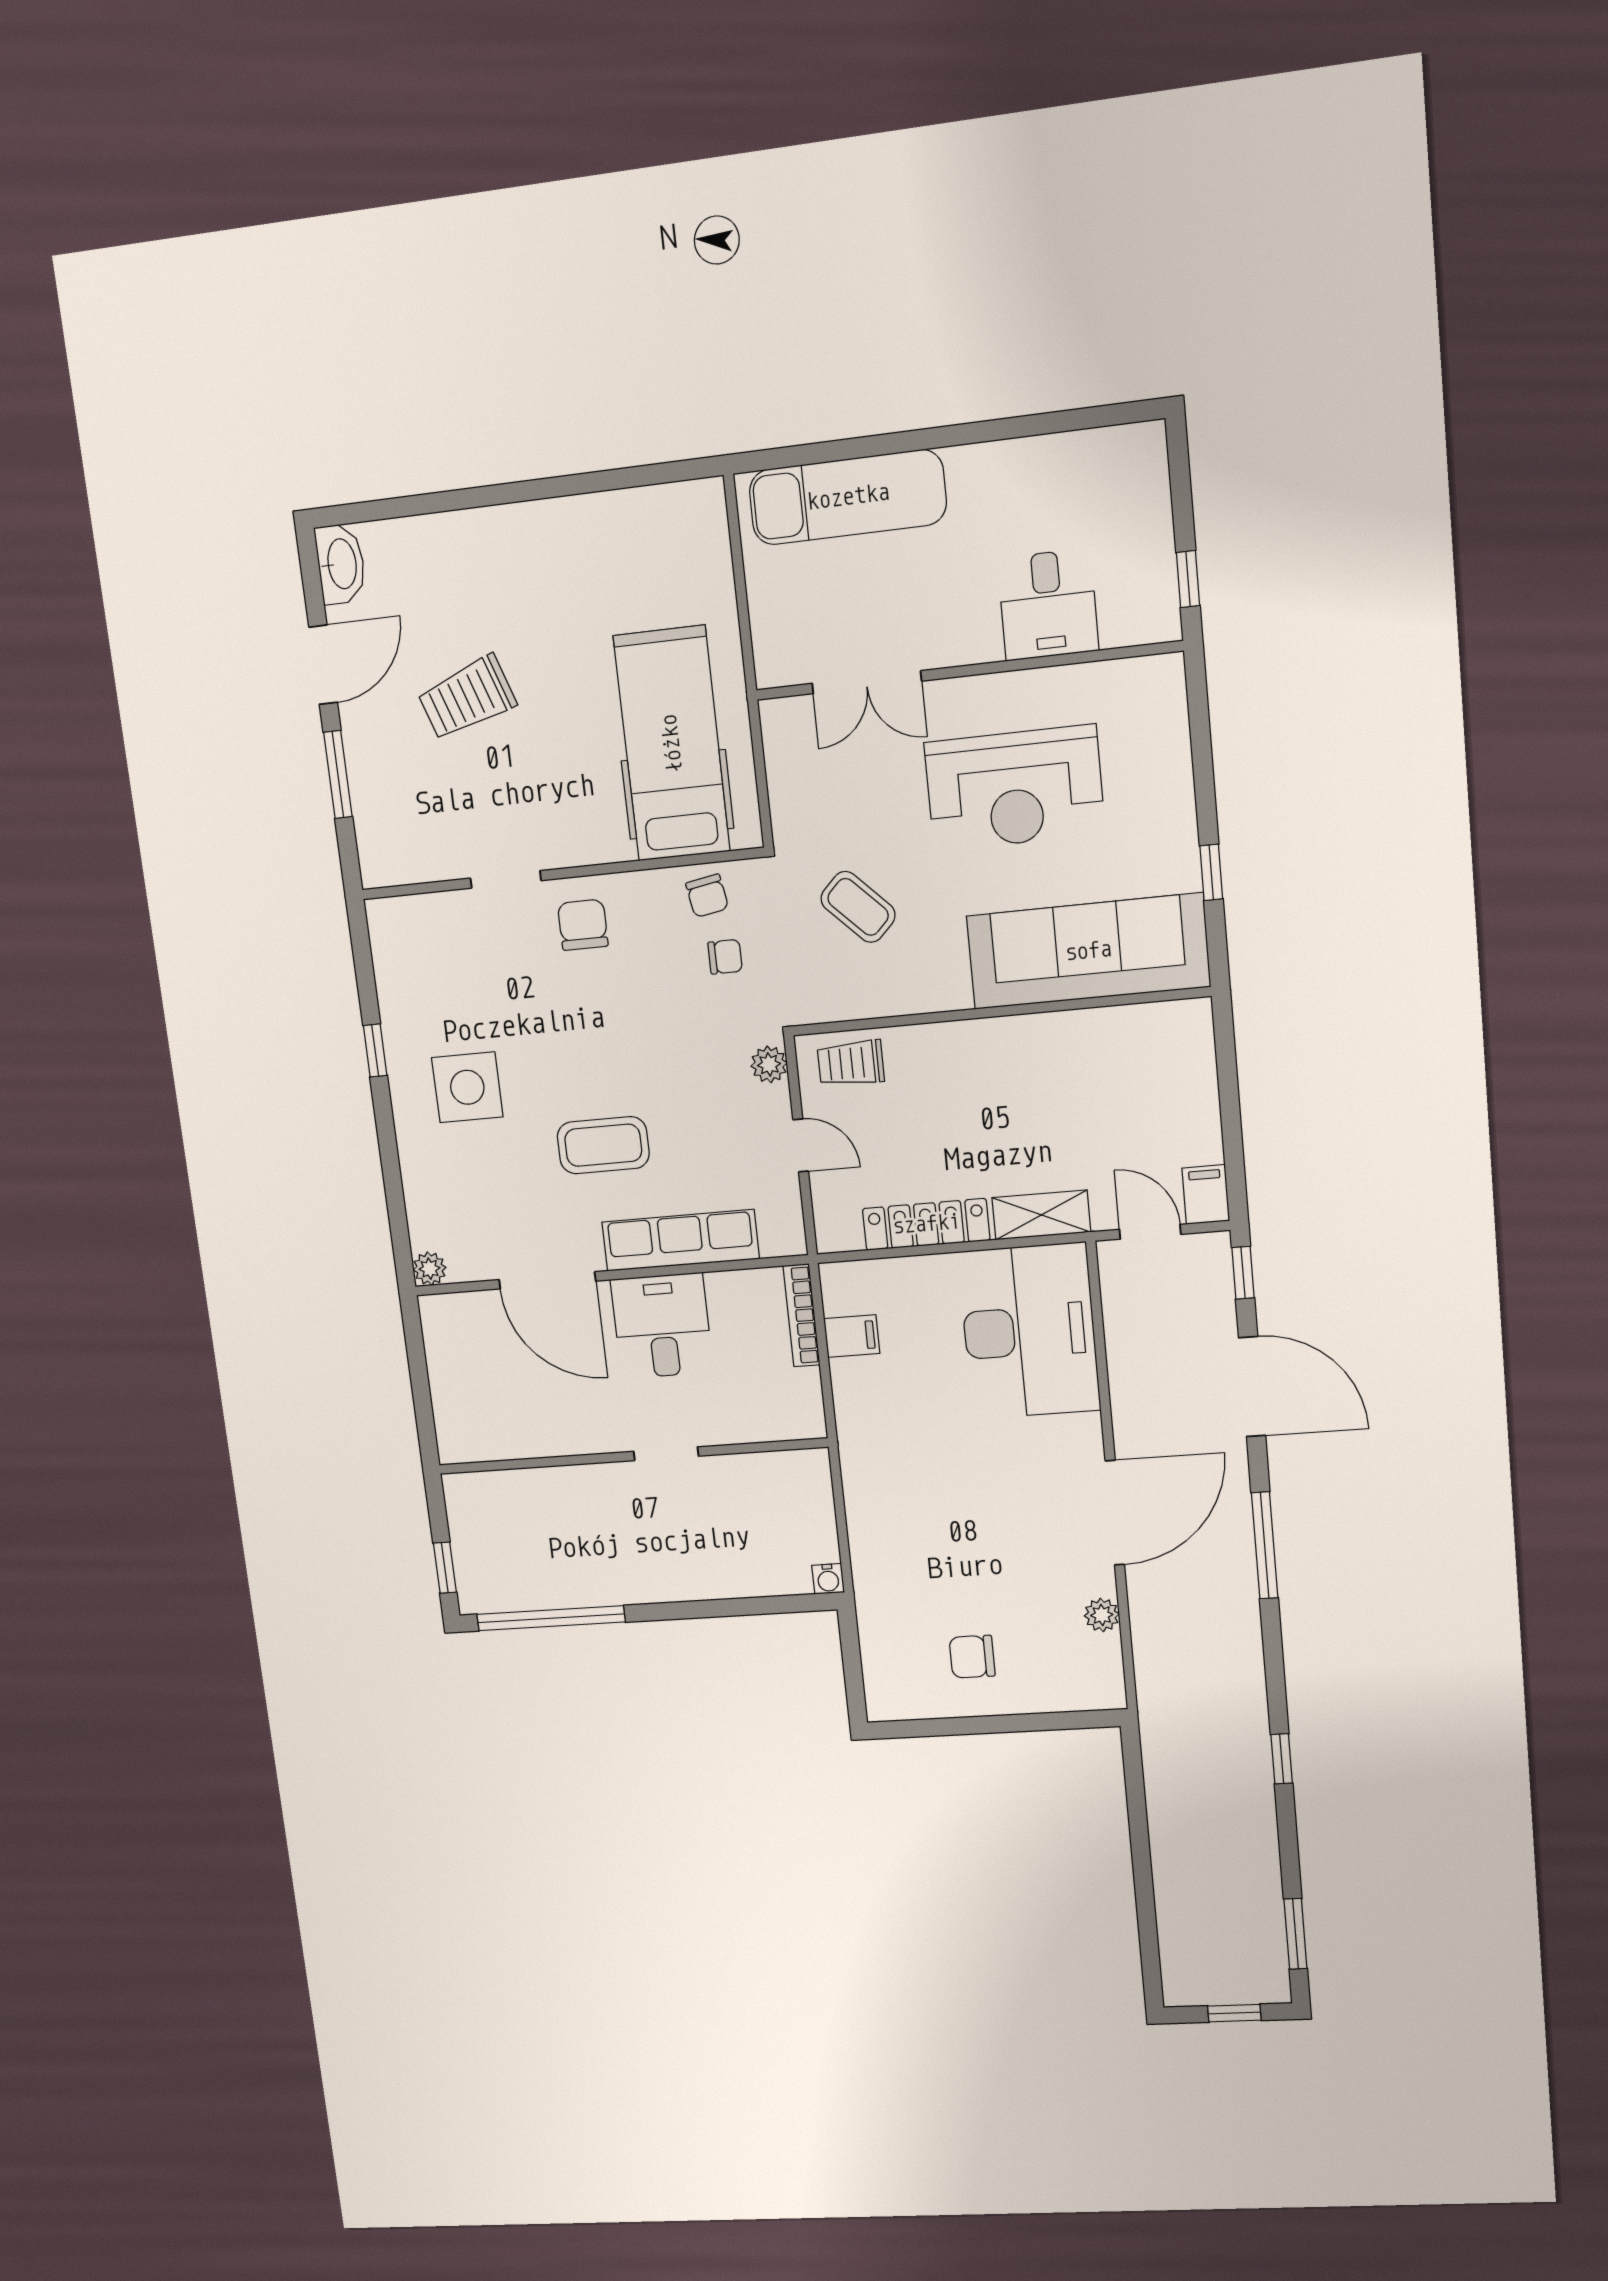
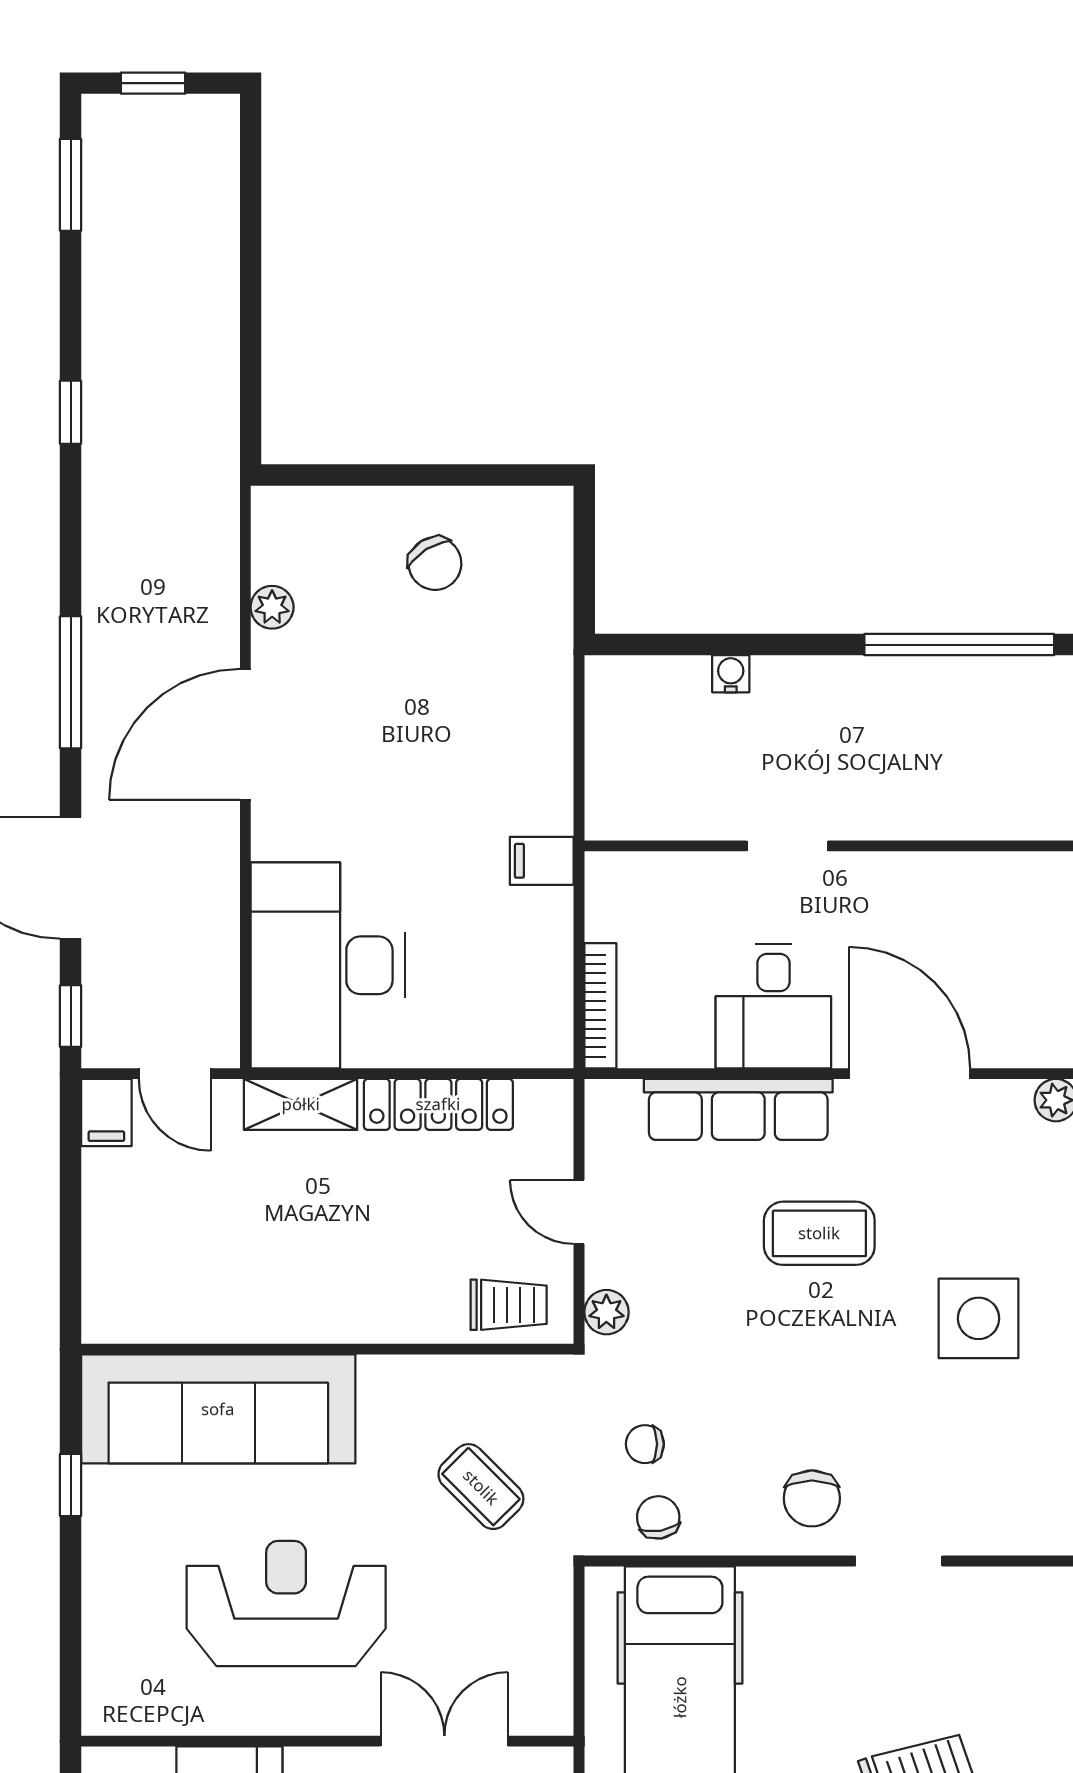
filing cabinet: (852, 1336) -> (542, 861), moved
water cooler: (828, 1579) -> (731, 674), moved
chair: (972, 1657) -> (435, 564), turned 58

